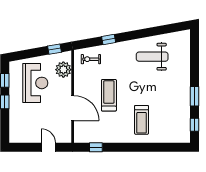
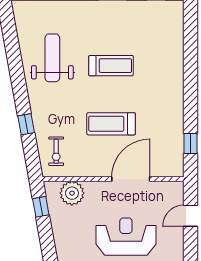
weight bench: (152, 57) -> (52, 58), turned 180
reception desk: (35, 83) -> (126, 237), moved
treadmill: (142, 120) -> (111, 66), moved

